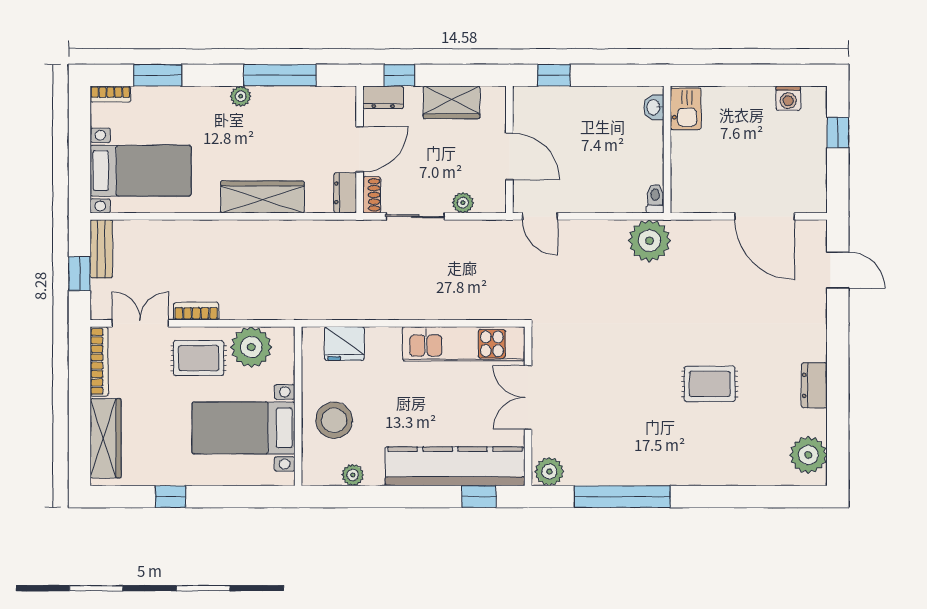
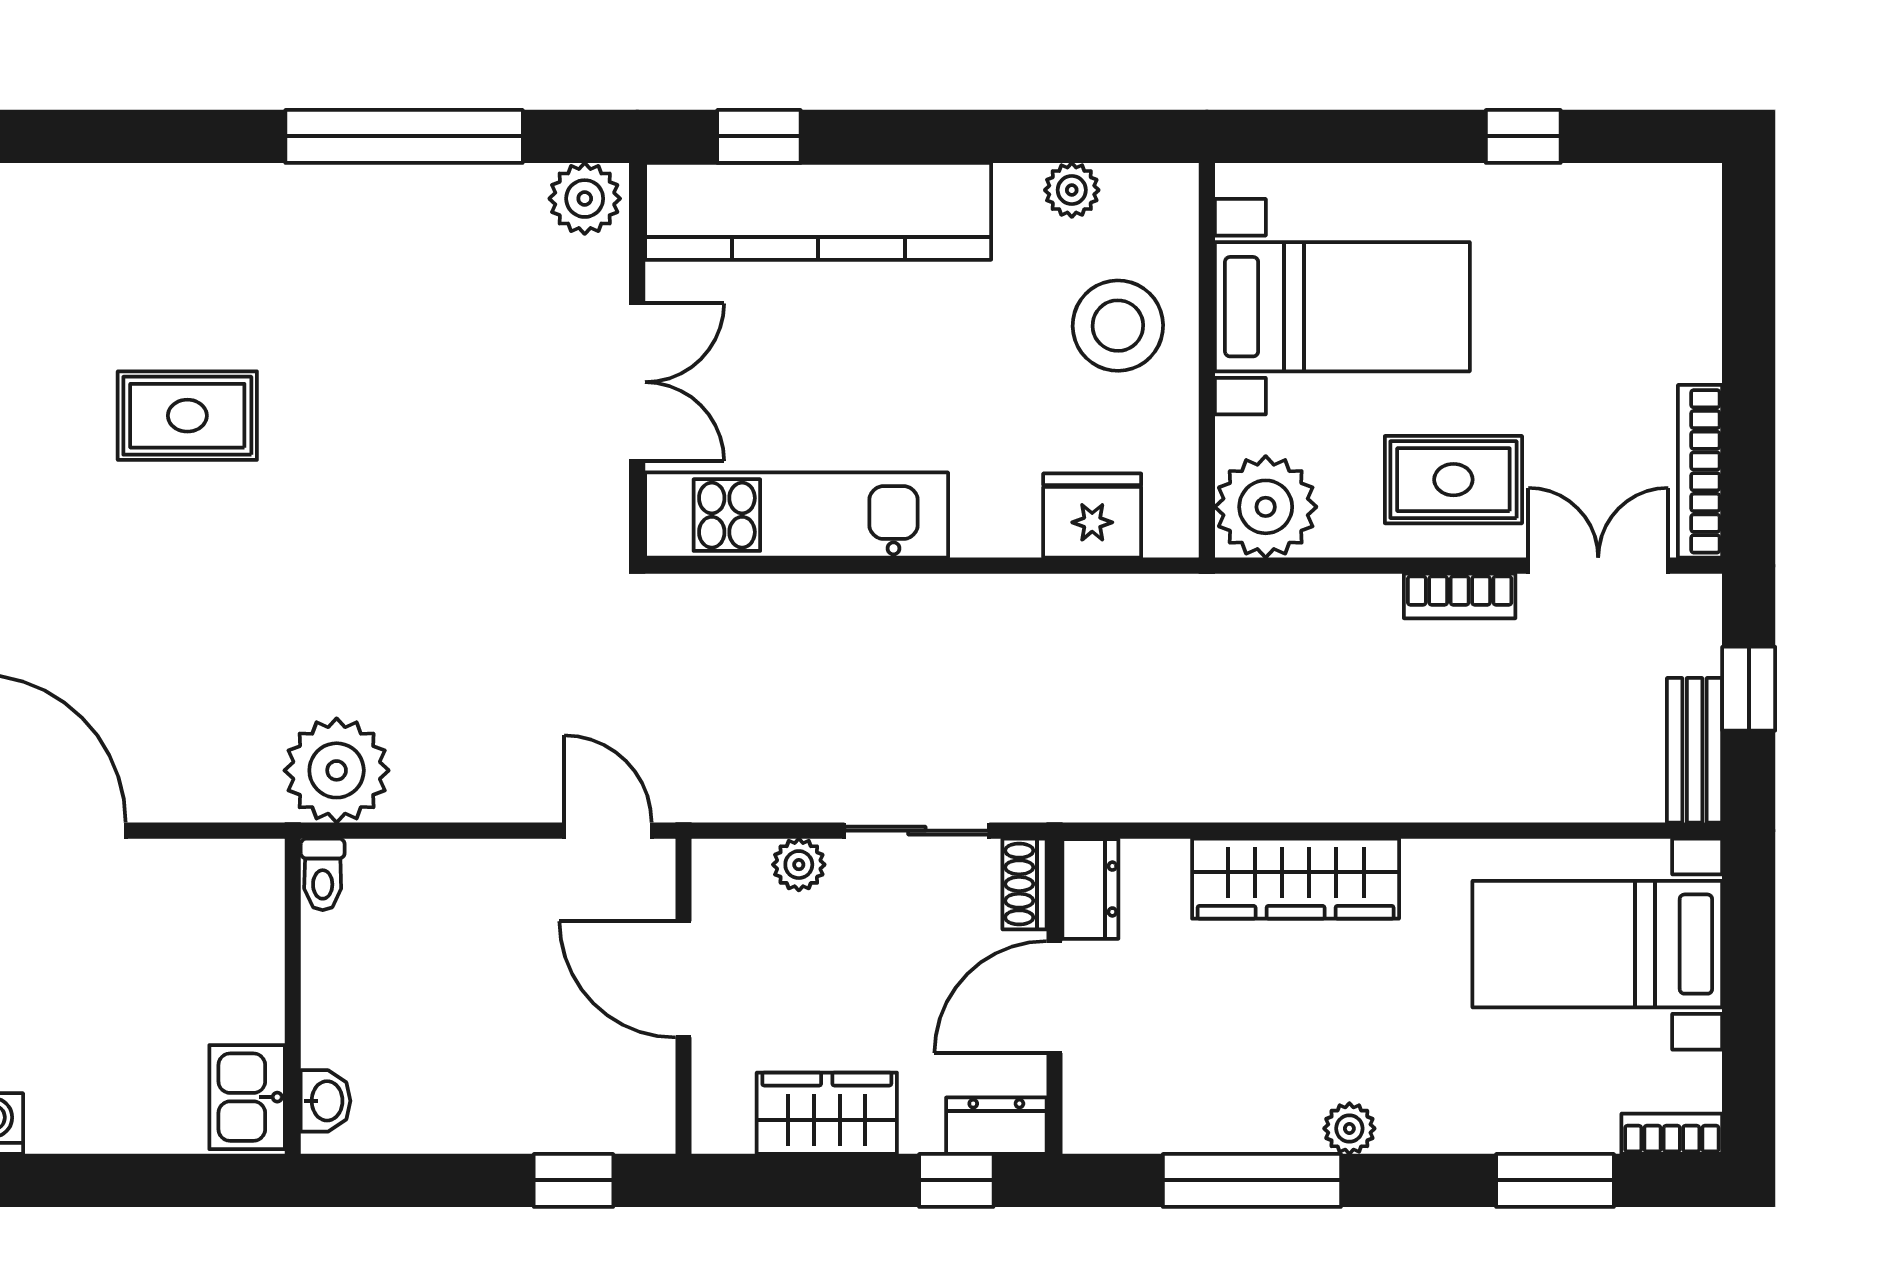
double door: (140, 323) -> (1598, 566), swing flipped
plant: (251, 347) -> (1266, 507), moved
wardrobe: (106, 438) -> (1684, 281), removed

